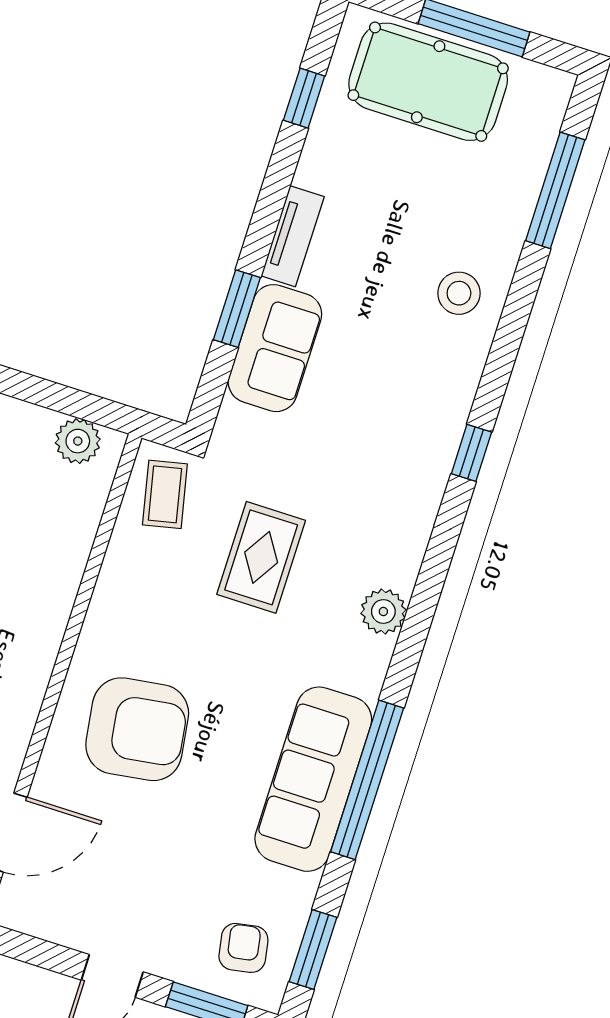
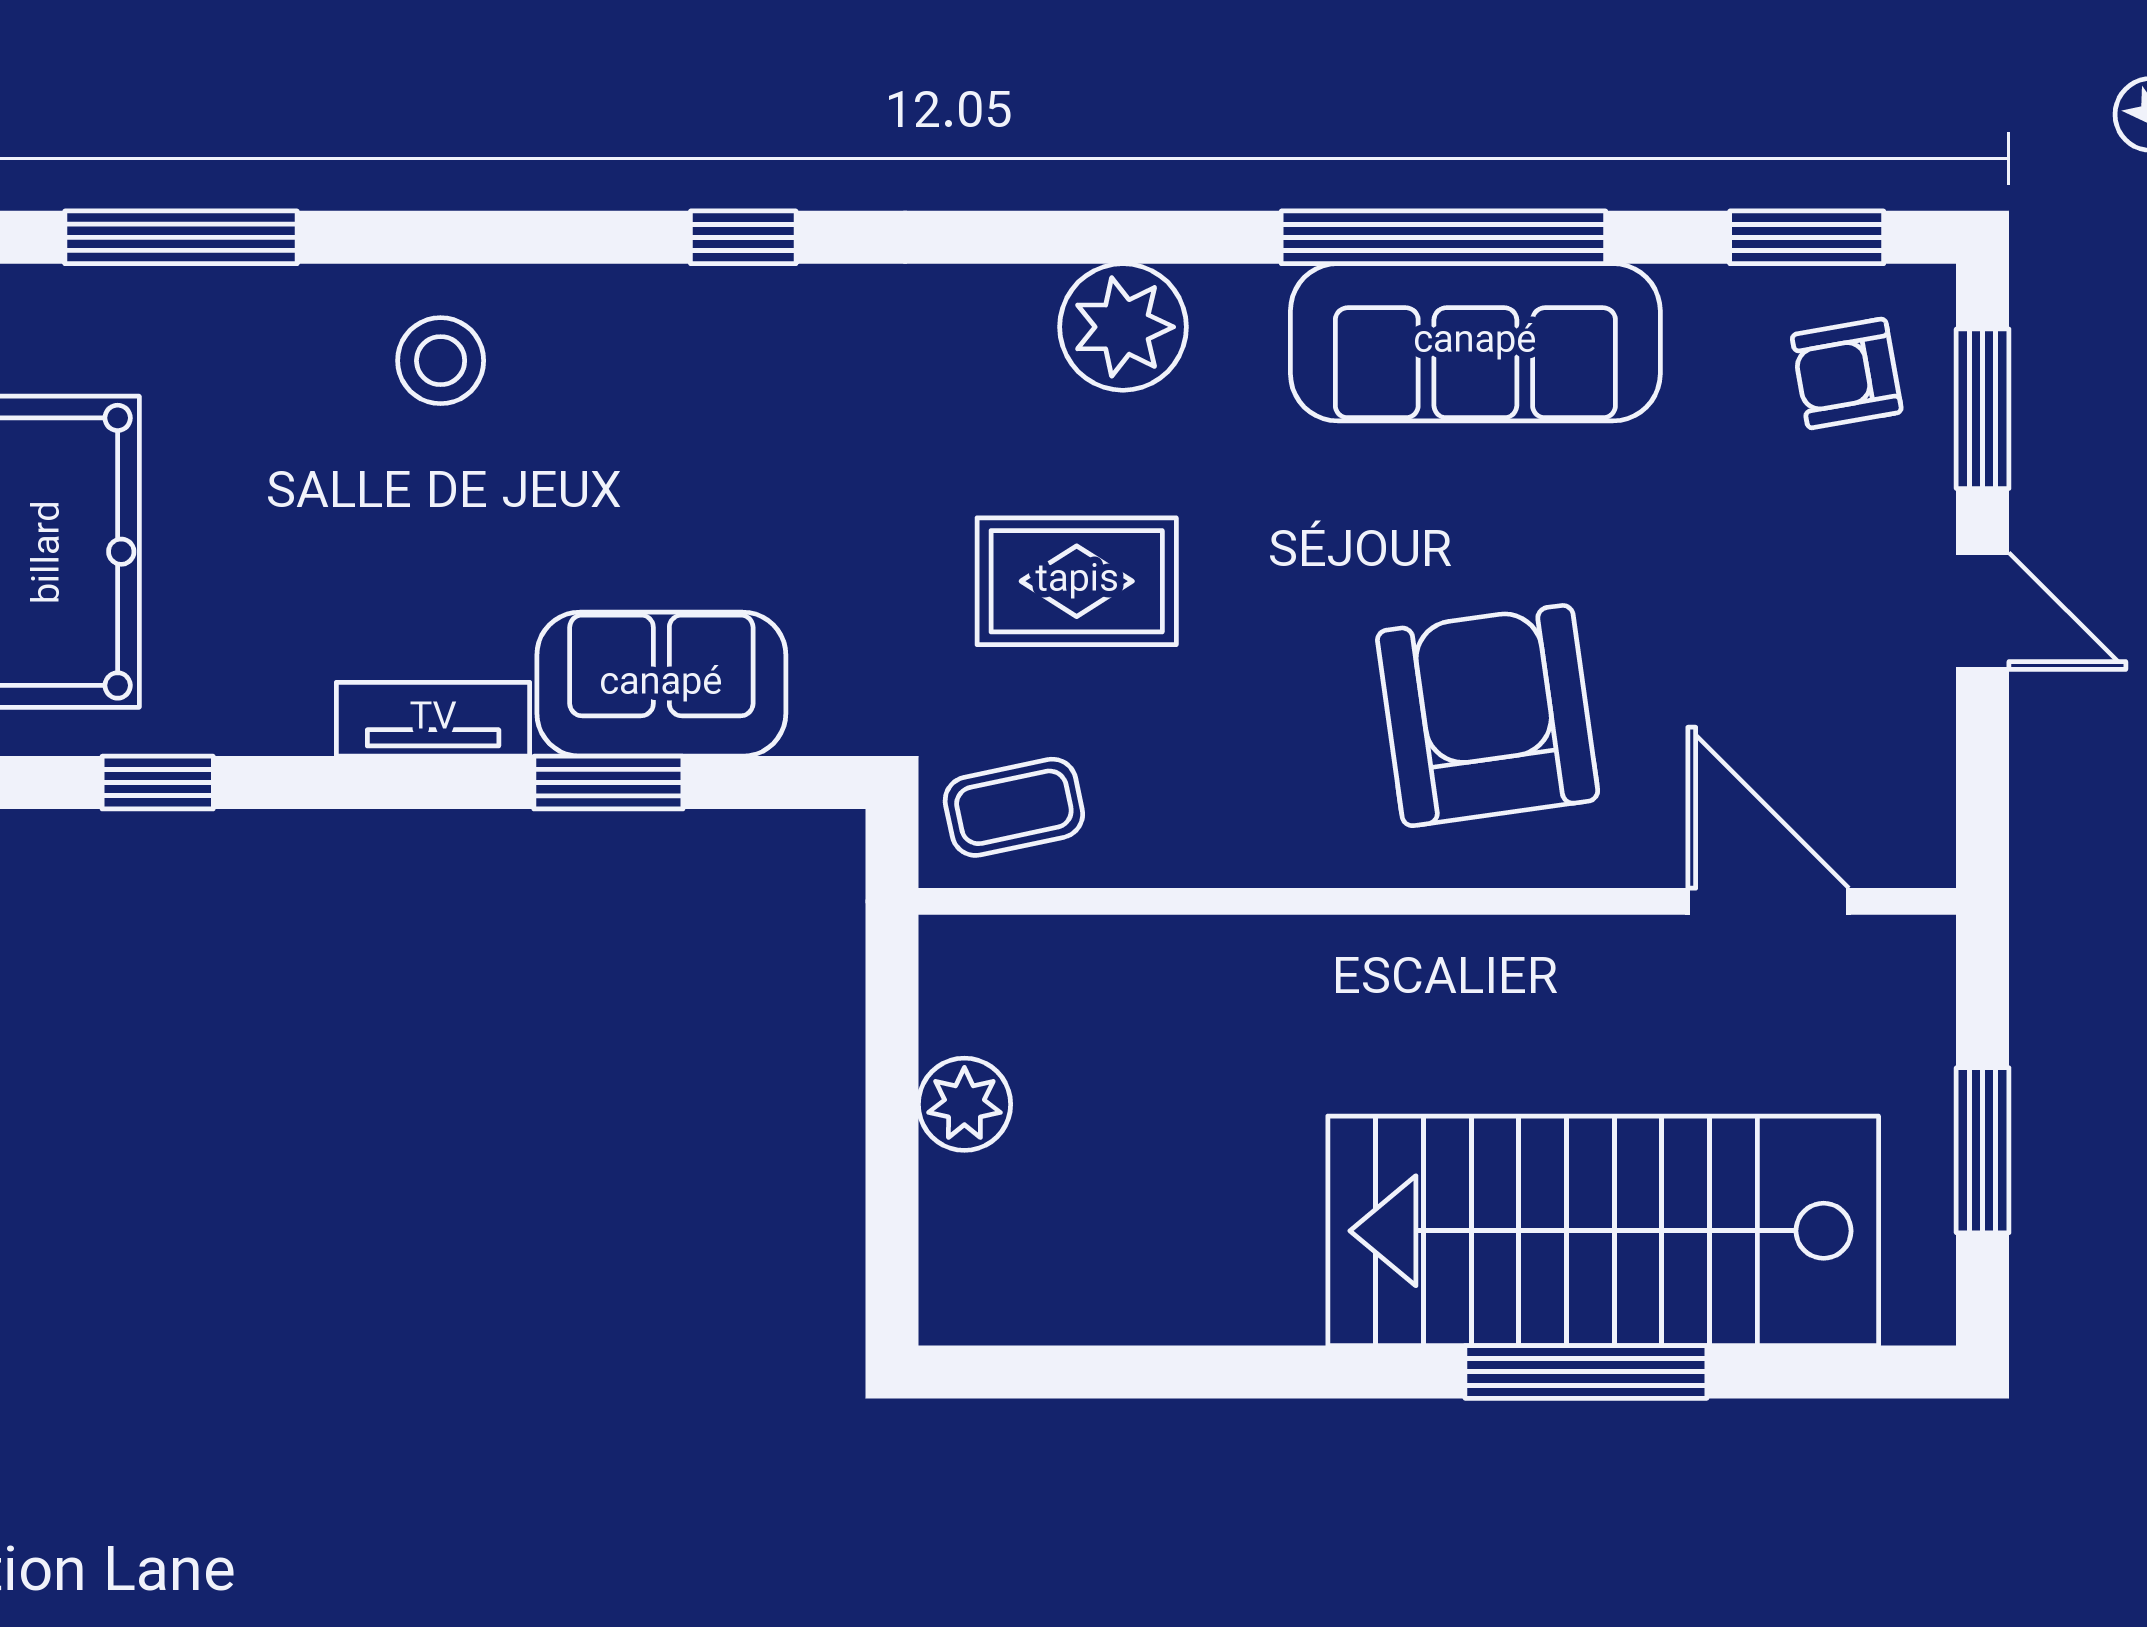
plant: (78, 441) -> (964, 1104), moved
plant: (383, 612) -> (1123, 327), width x1.36, depth x1.36

